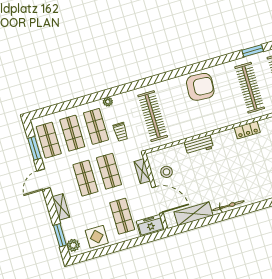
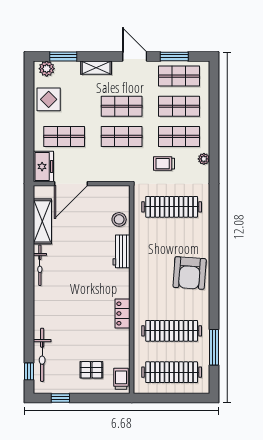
window: (253, 51) -> (214, 347), width x1.44
shelving: (142, 171) -> (110, 176), removed
stool: (166, 172) -> (119, 219), moved

